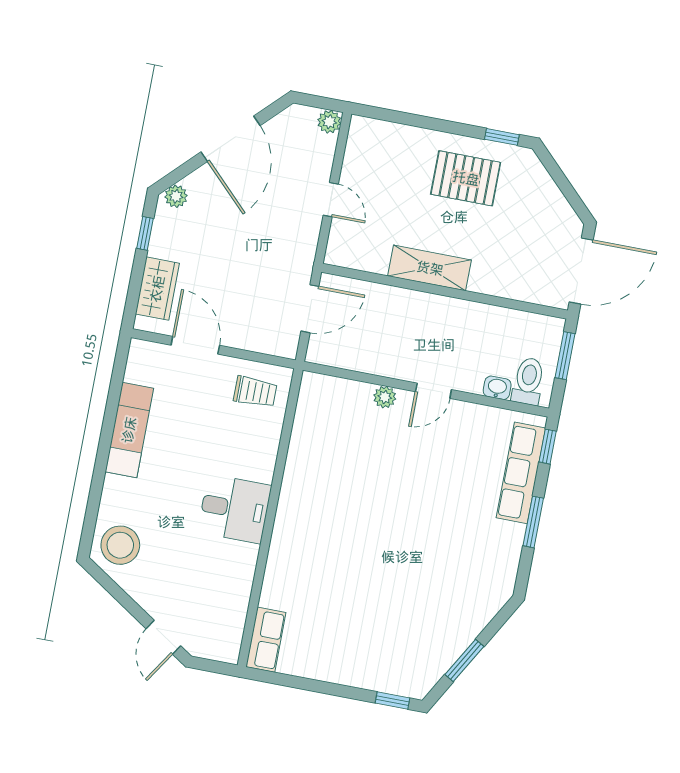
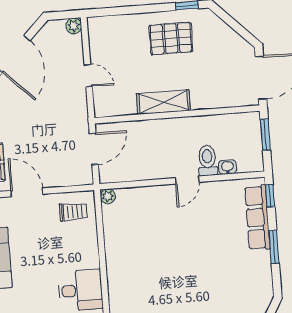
toilet: (528, 381) -> (207, 160), moved
plant: (385, 397) -> (108, 196), moved

